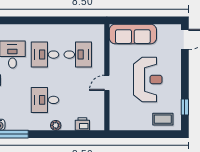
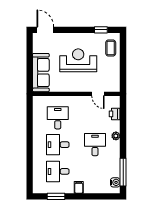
desk: (45, 55) -> (58, 145), turned 90
door: (107, 83) -> (98, 94), moved
desk: (45, 100) -> (95, 145), turned 180

